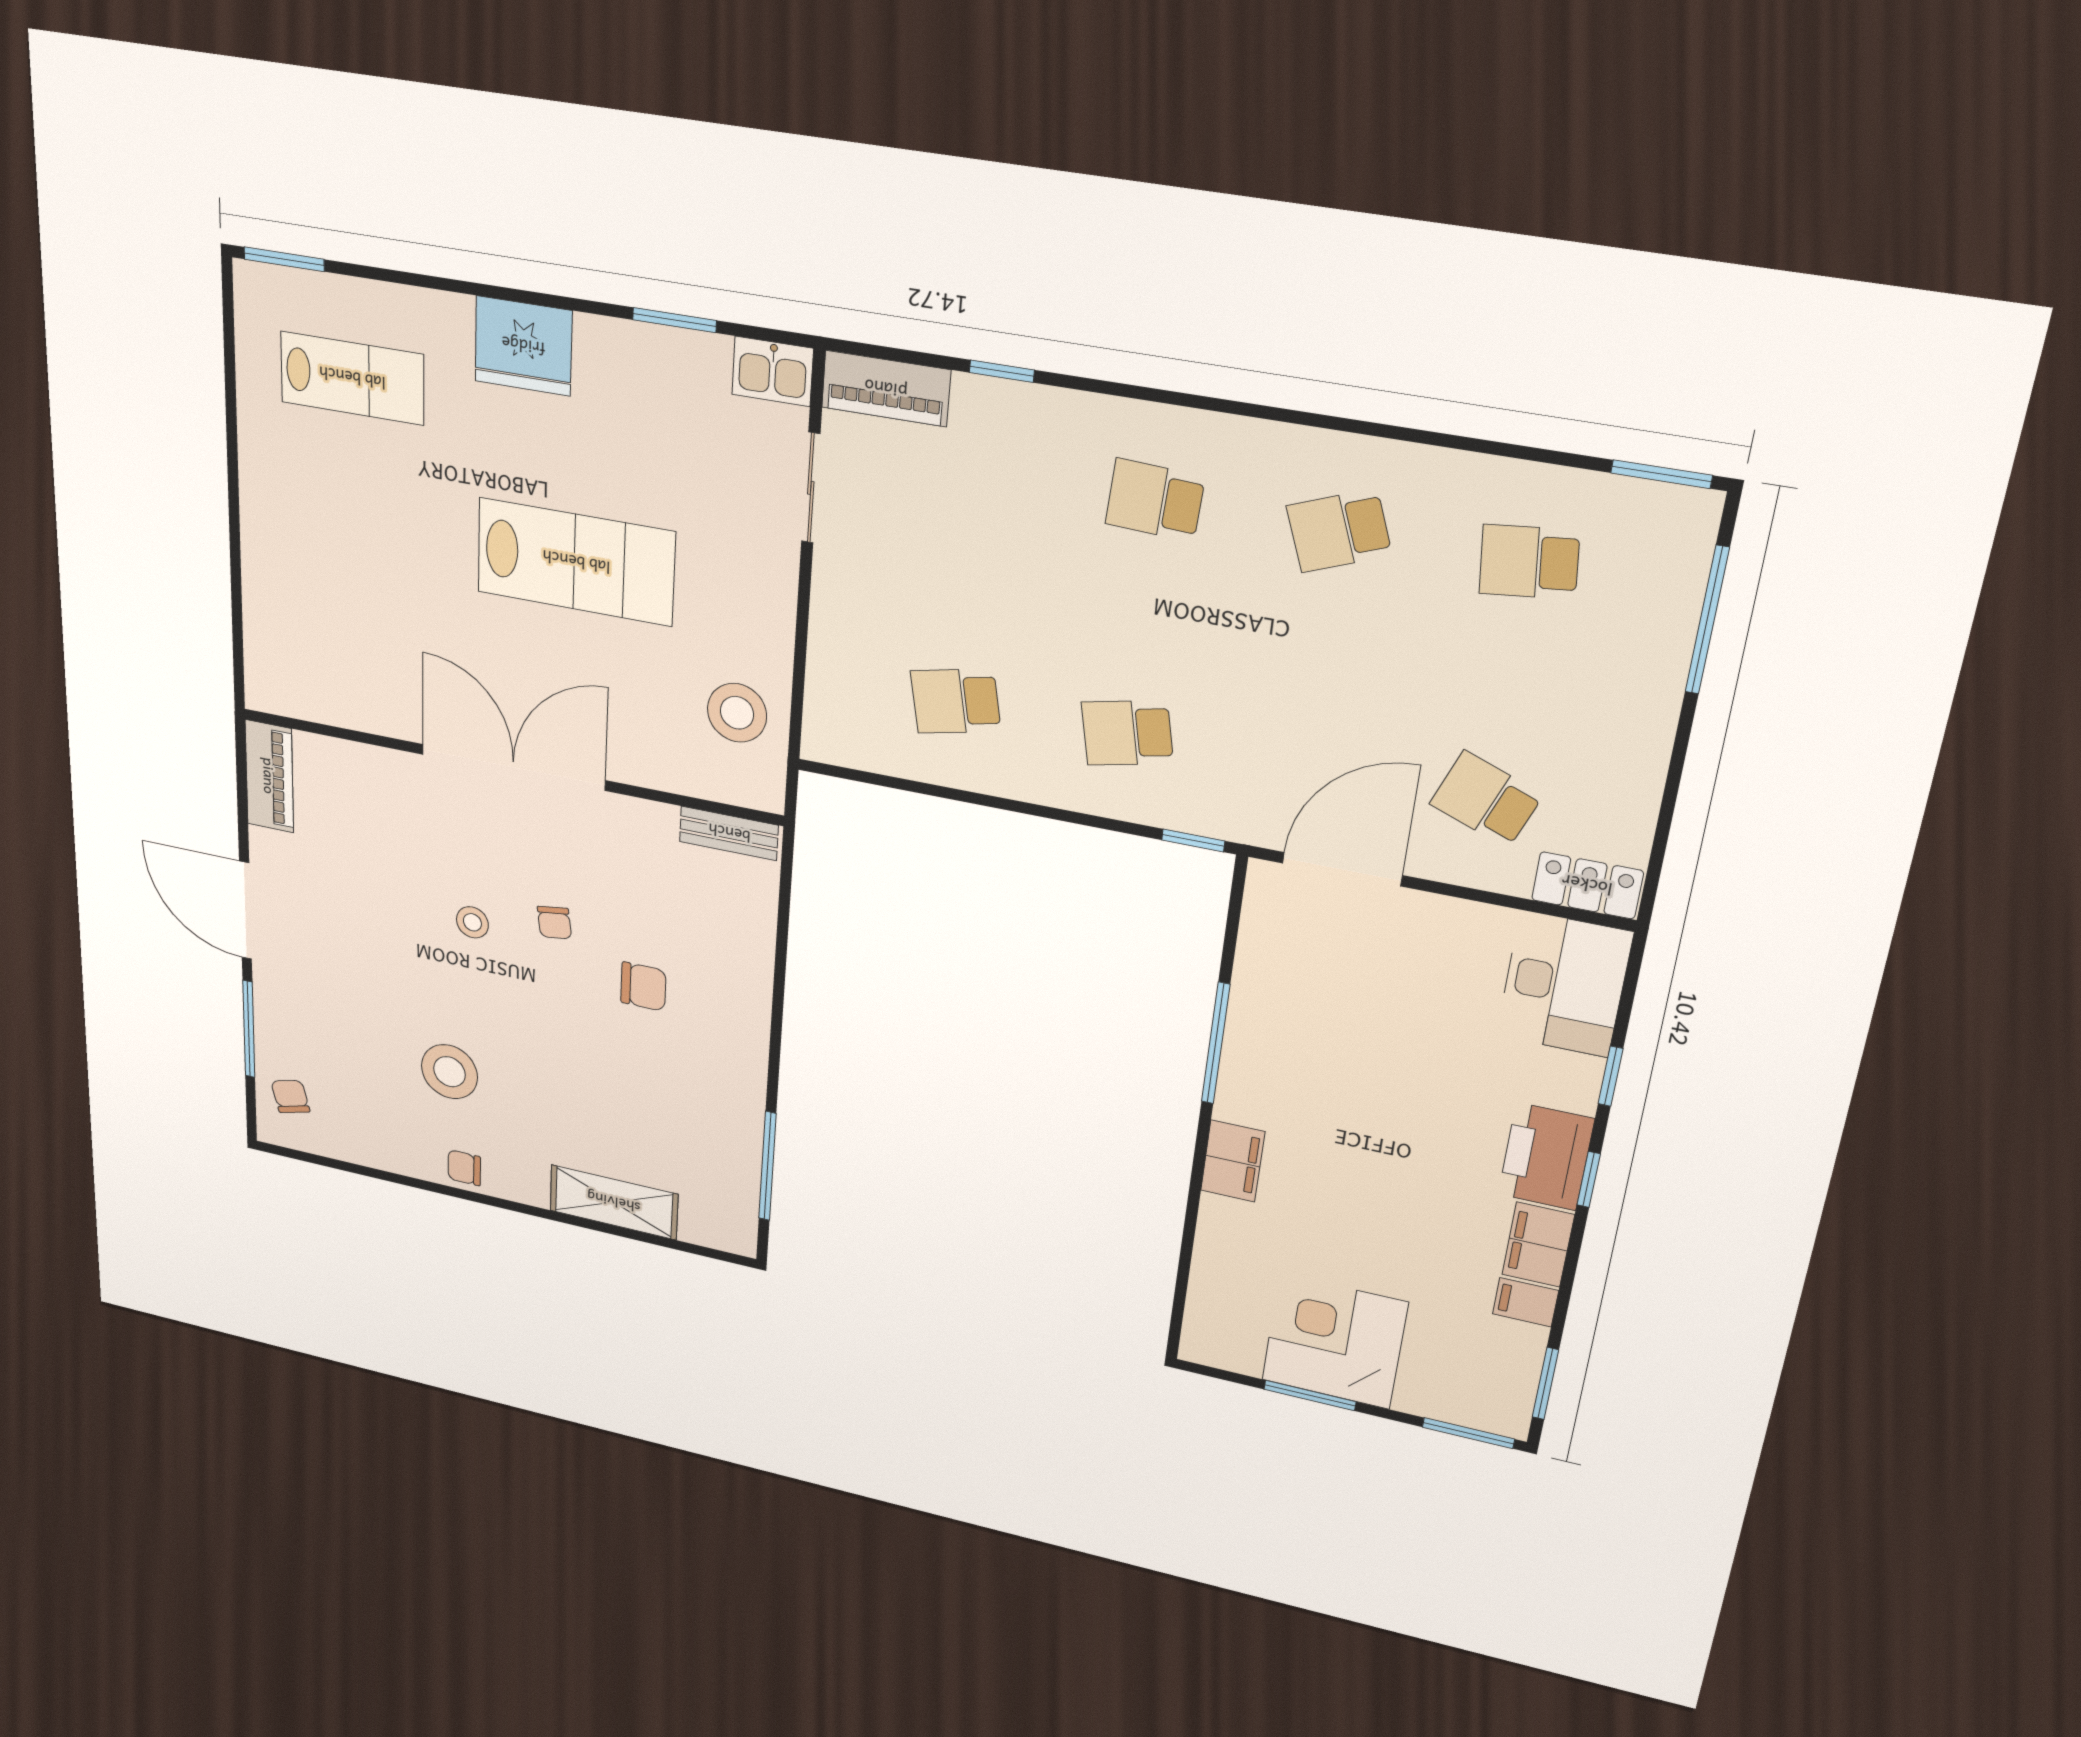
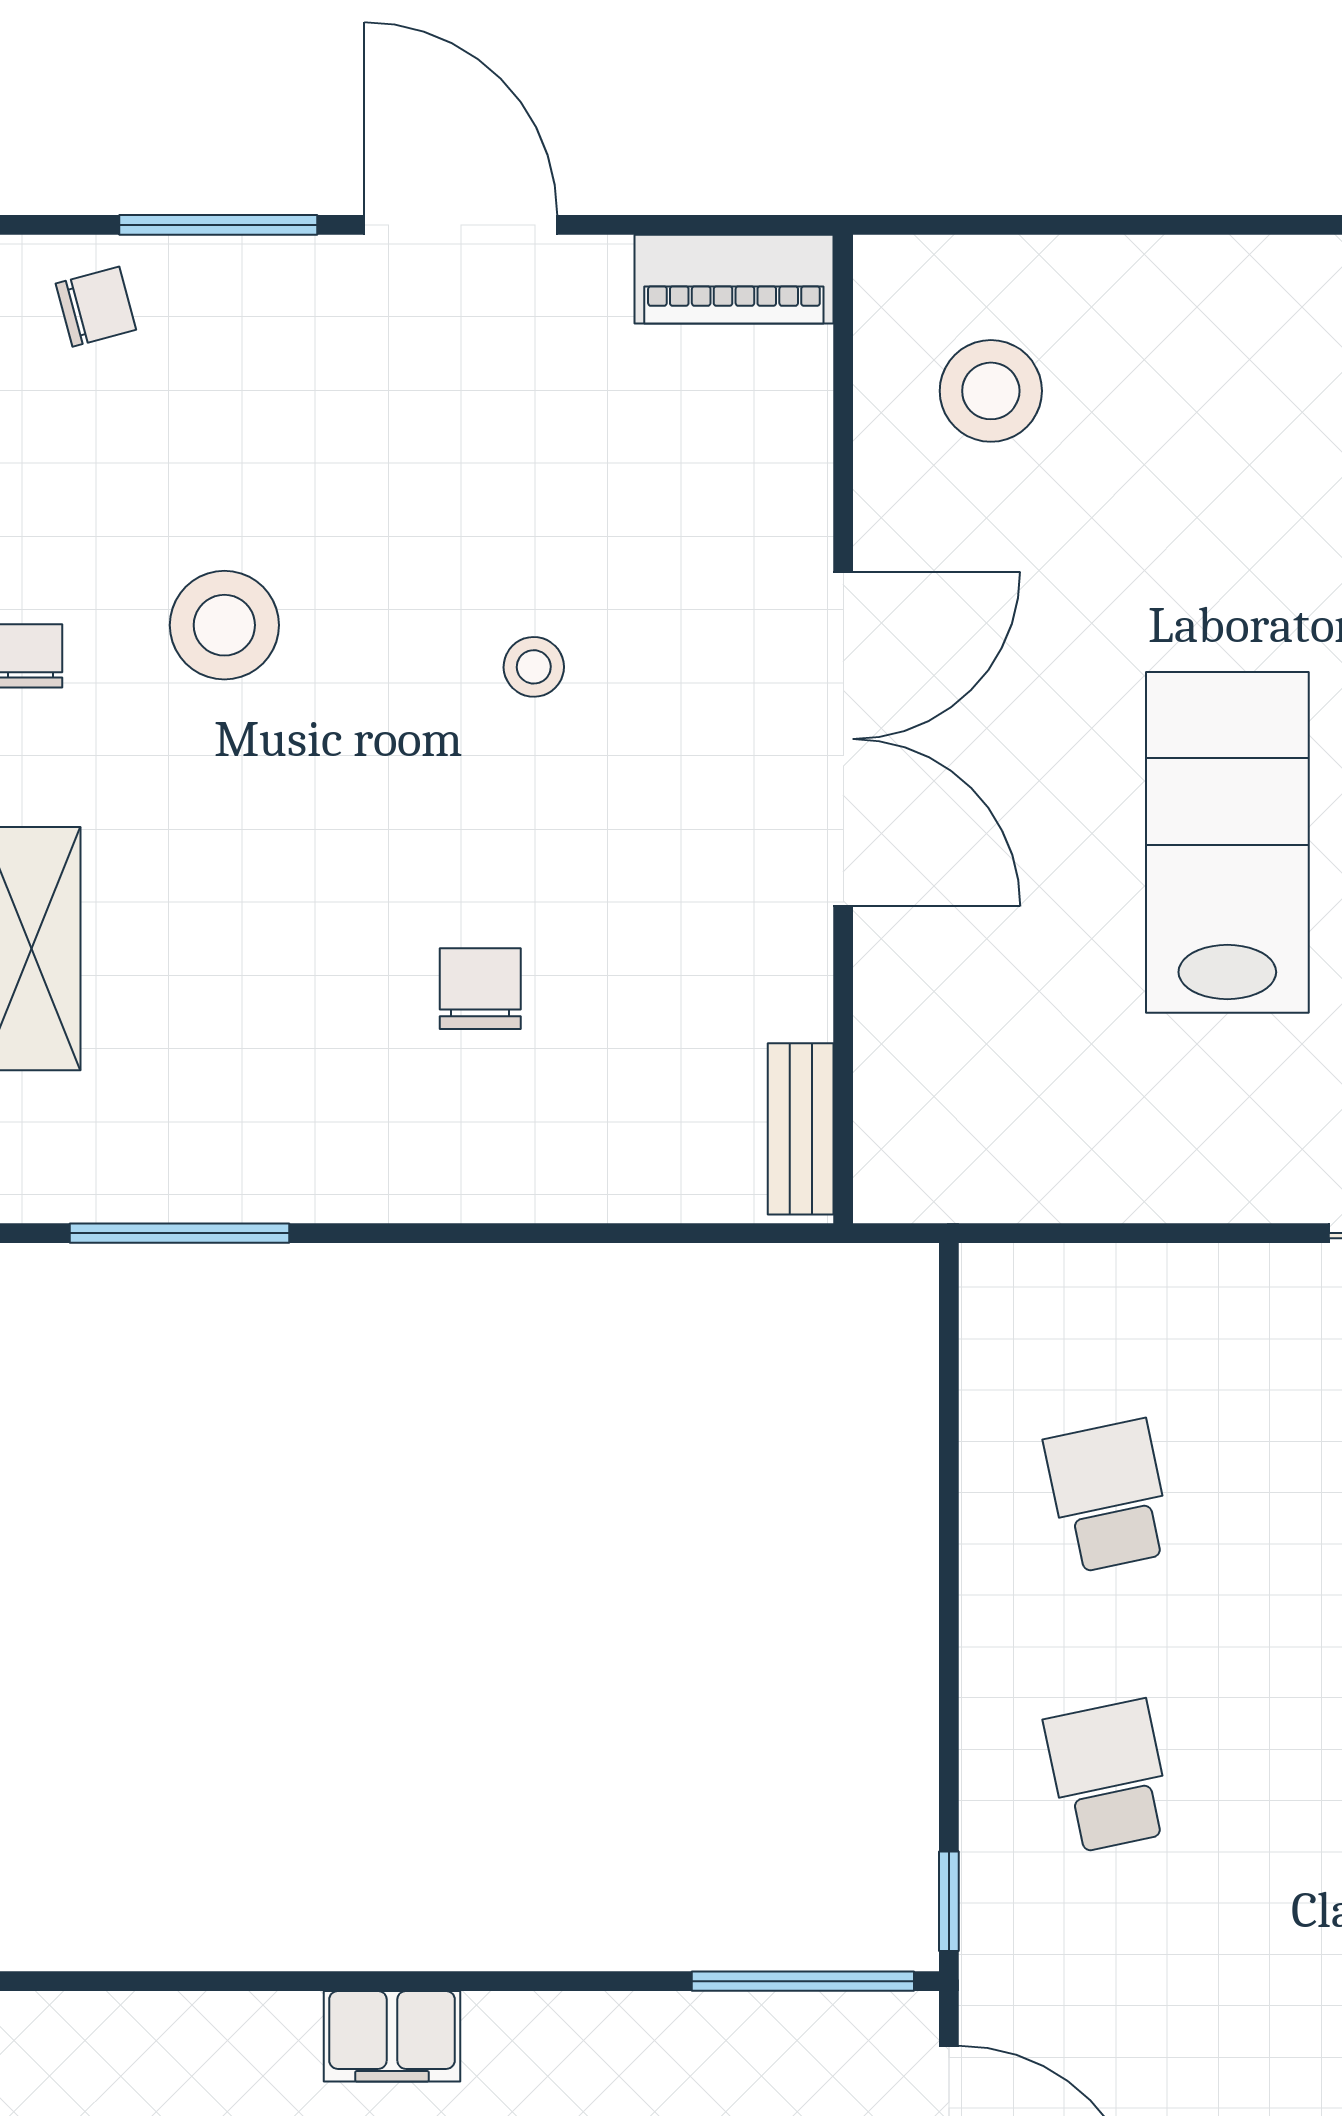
lab bench: (576, 562) -> (1227, 842), turned 180
stool: (737, 713) -> (991, 391), moved
door: (245, 910) -> (461, 225), hinge flipped
chair: (554, 923) -> (567, 821), removed
chair: (643, 986) -> (480, 989), turned 180
window: (1216, 1043) -> (803, 1981), moved

